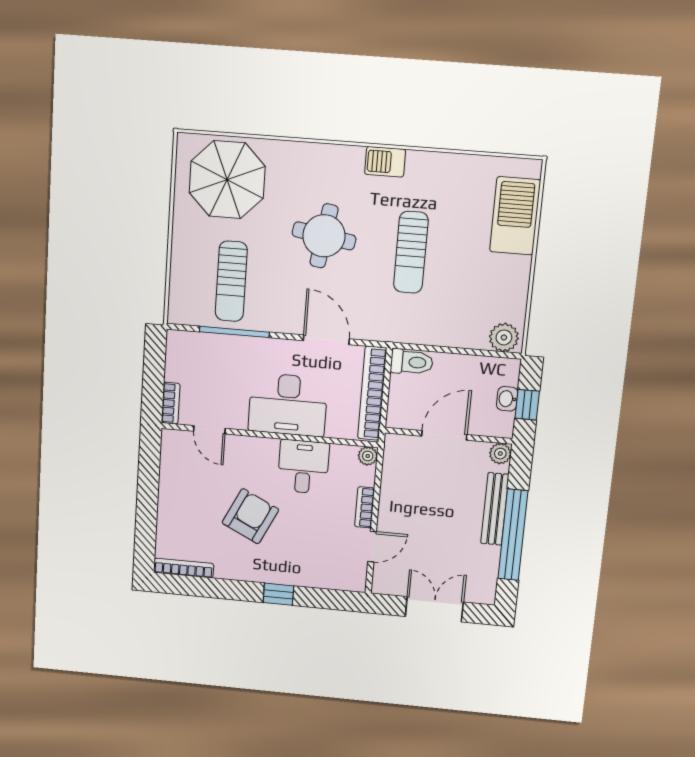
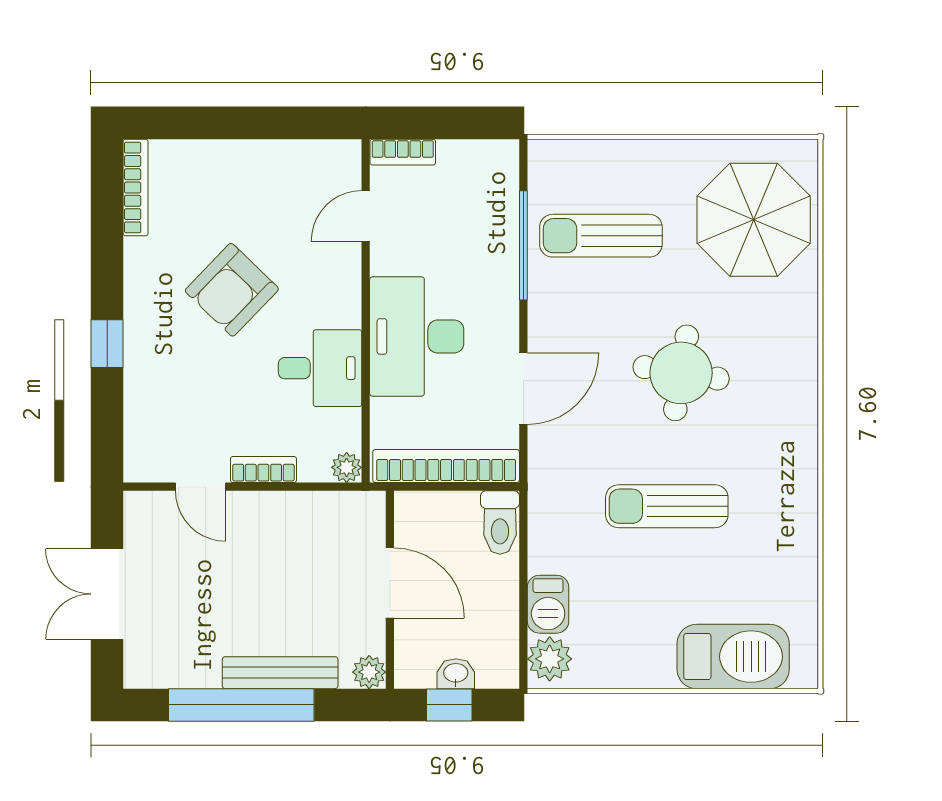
barbecue: (385, 162) -> (548, 604), moved, turned 180
armchair: (250, 516) -> (232, 290), turned 108
double door: (434, 609) -> (107, 594), swing flipped

